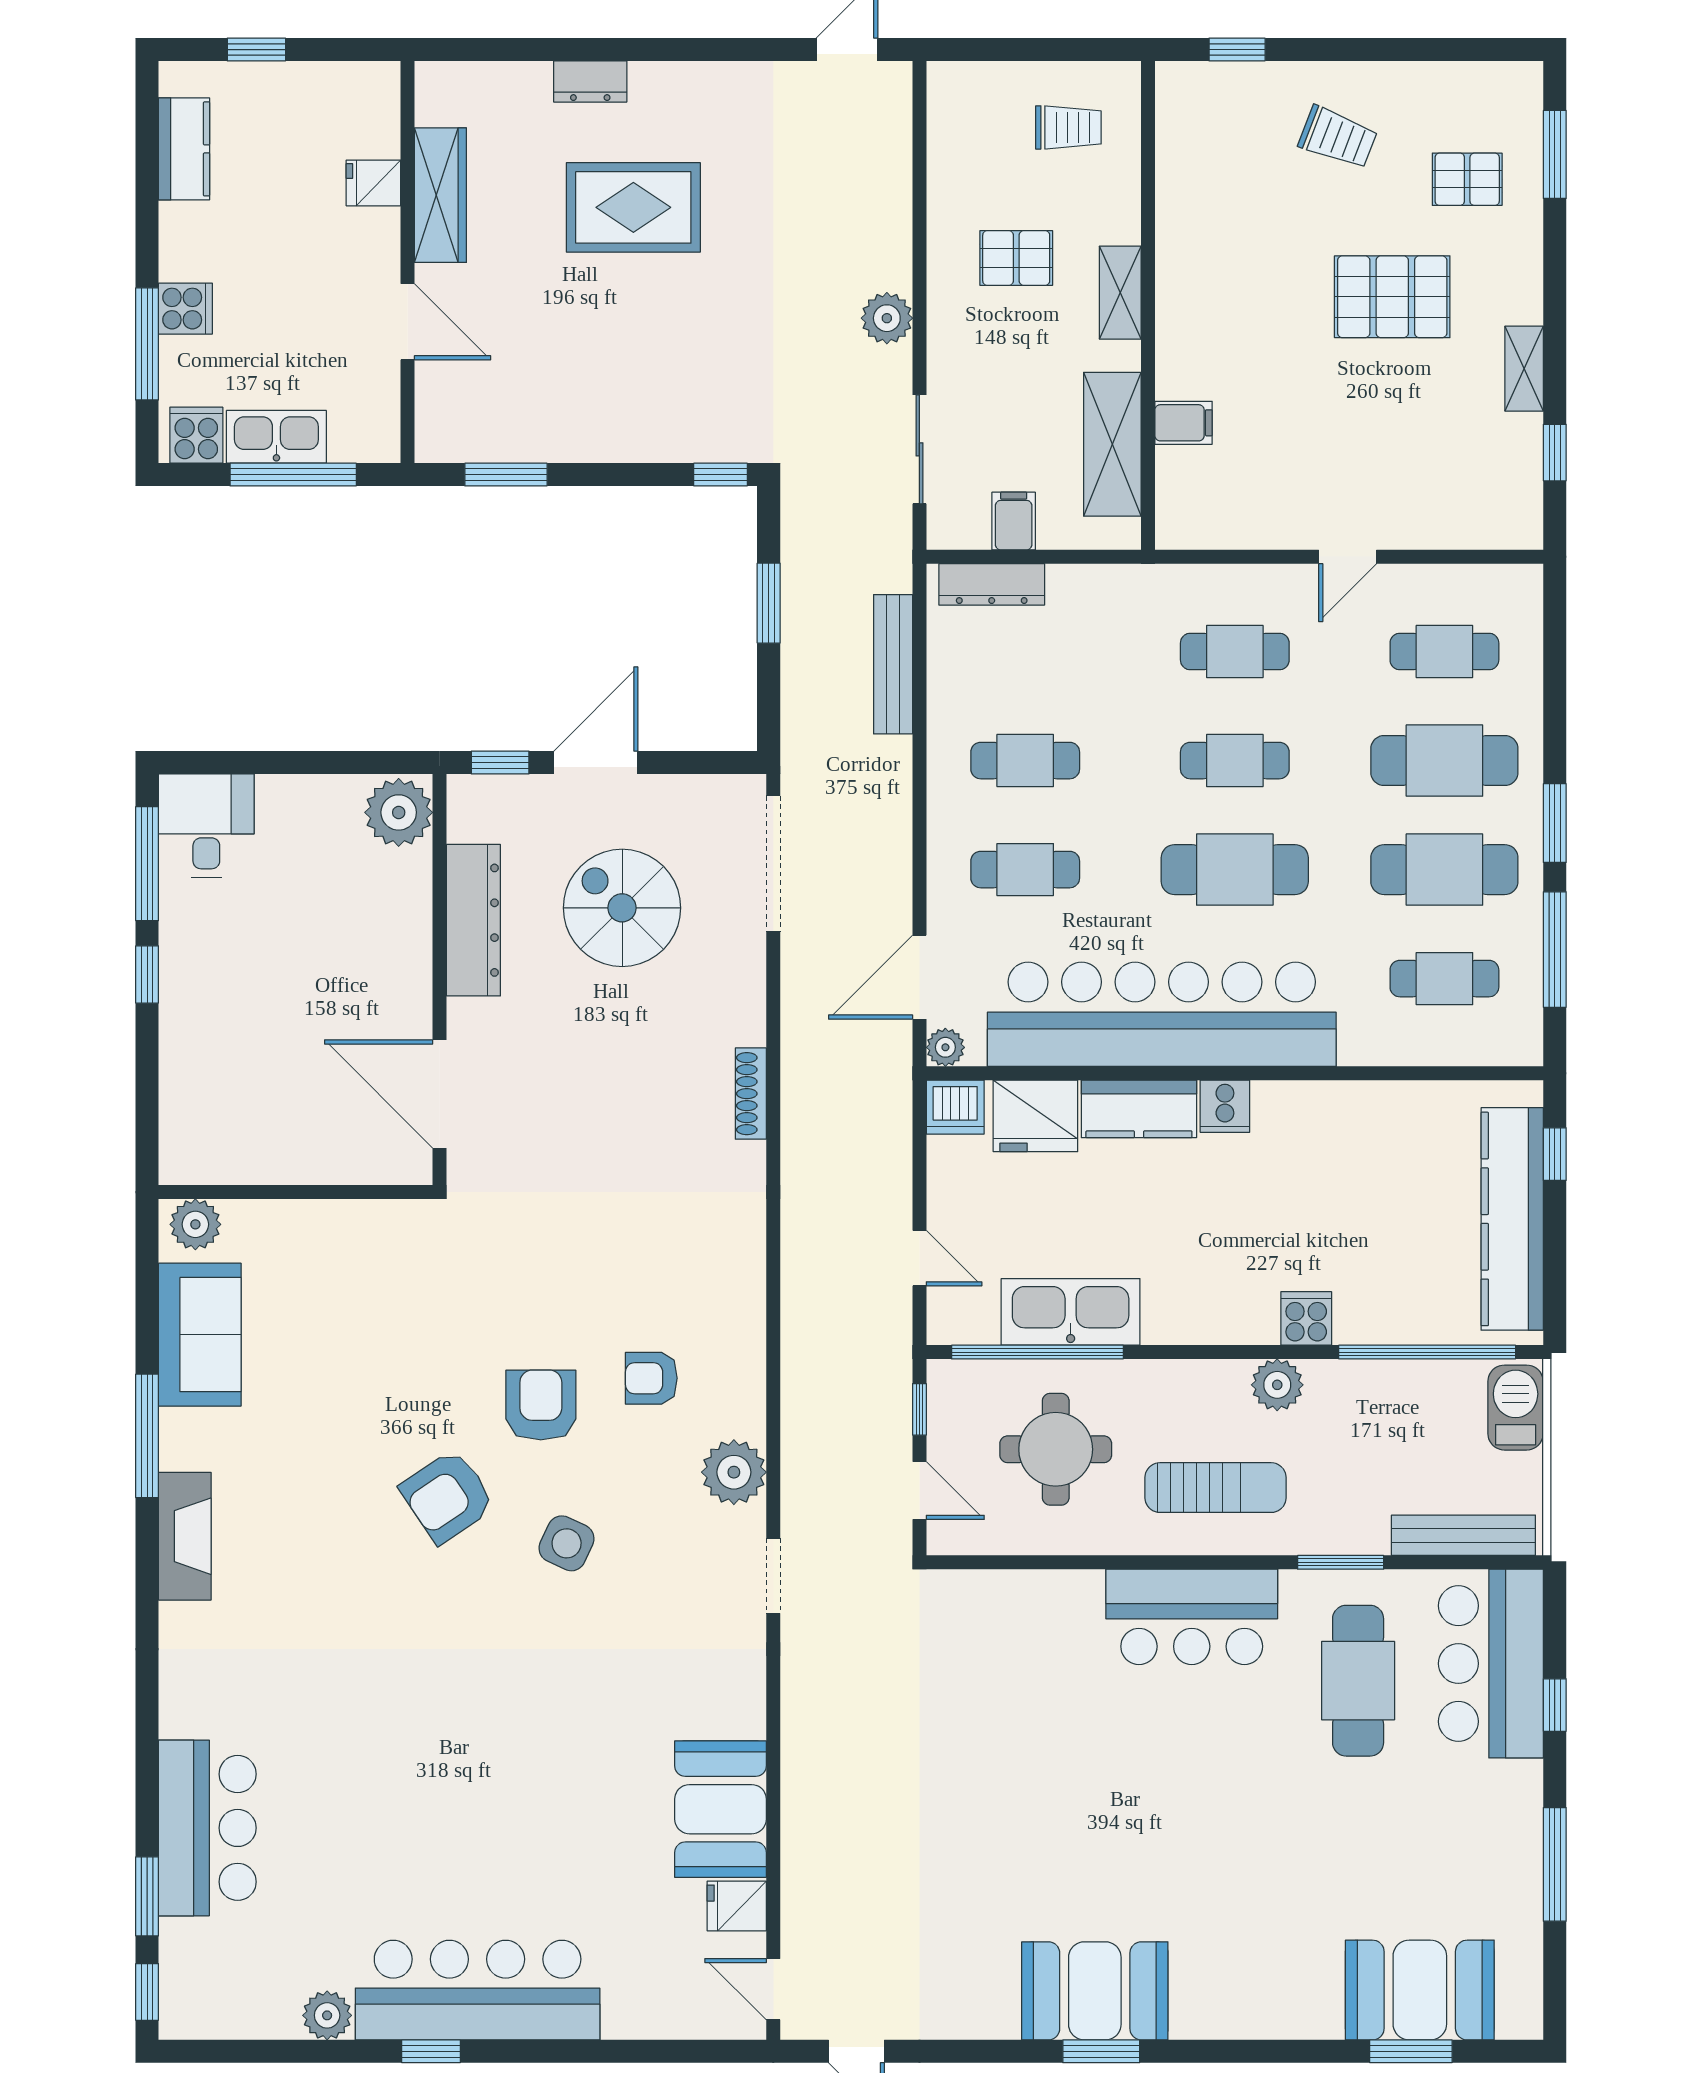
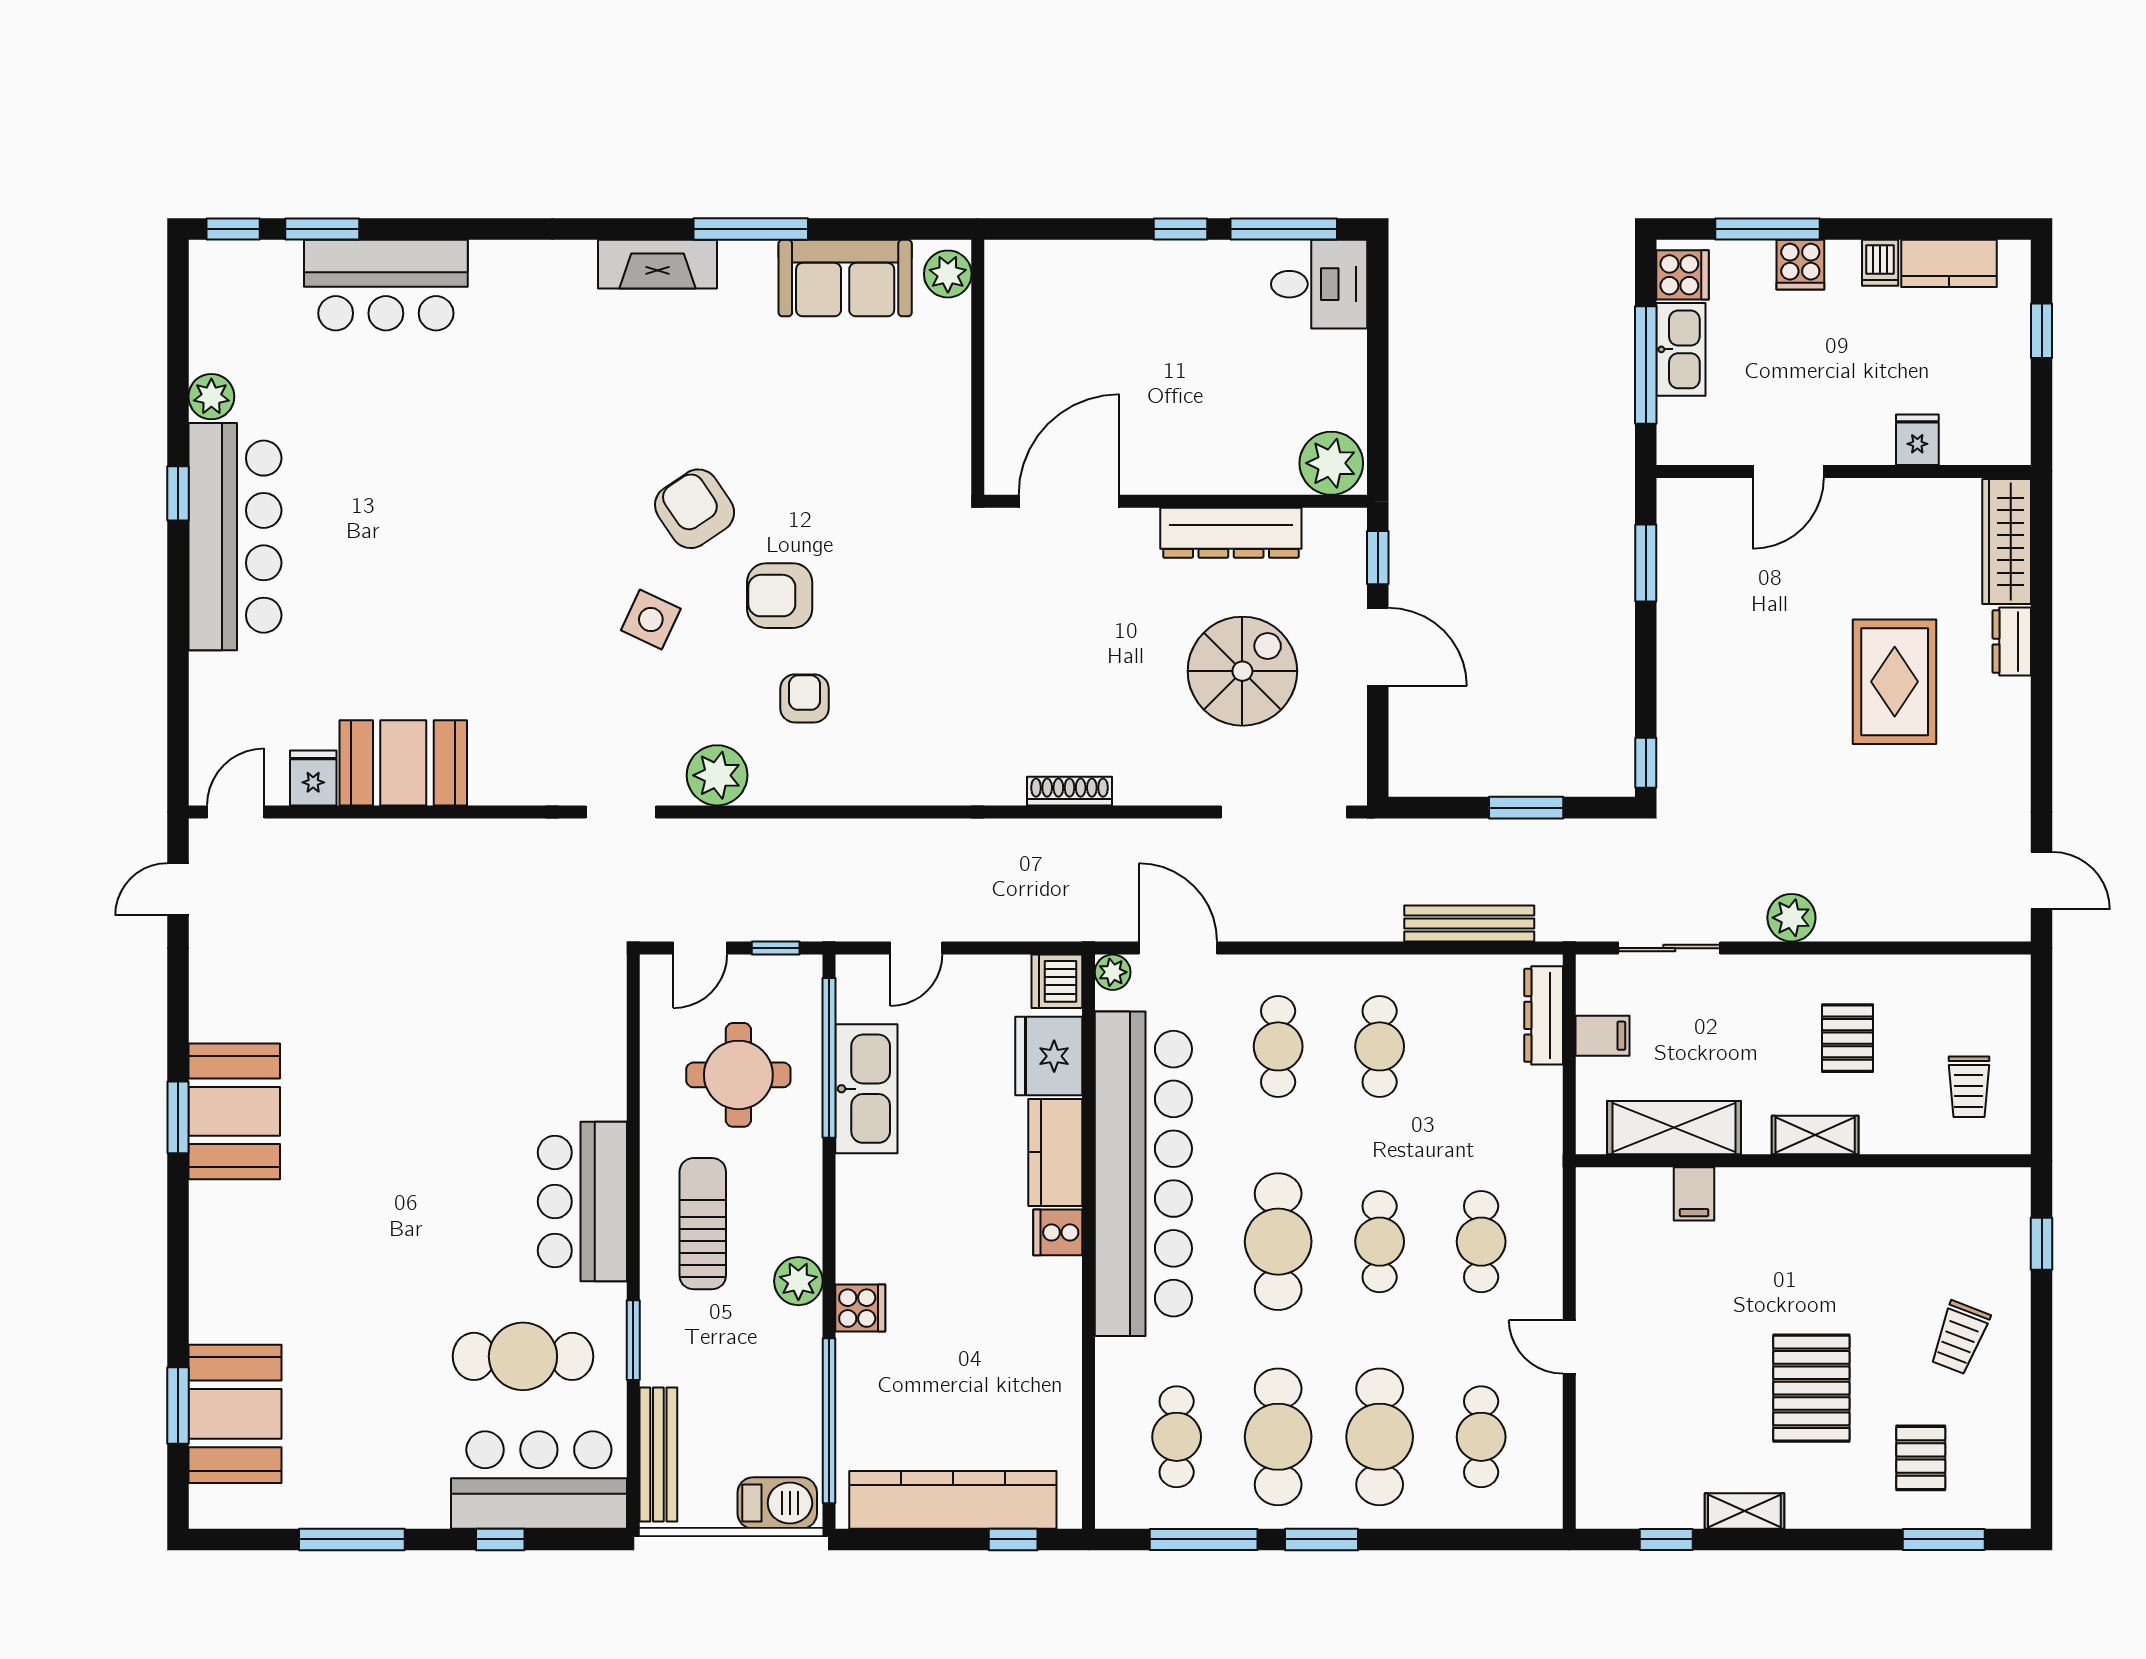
wardrobe: (440, 195) -> (2007, 541), moved, turned 90
dishwasher: (183, 223) -> (1880, 263), added
armchair: (541, 1405) -> (780, 596), turned 180
sun lounger: (1216, 1488) -> (703, 1224), turned 180

